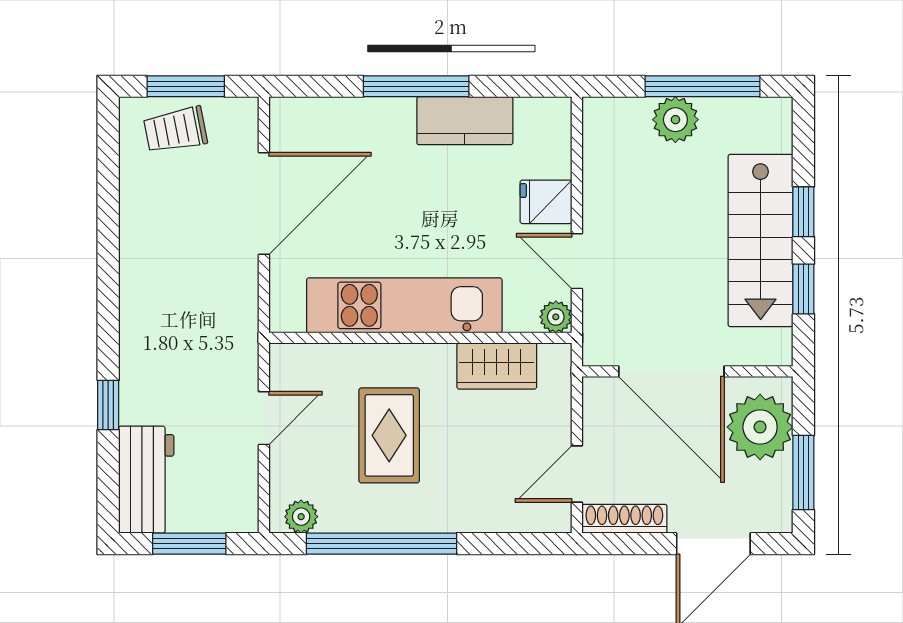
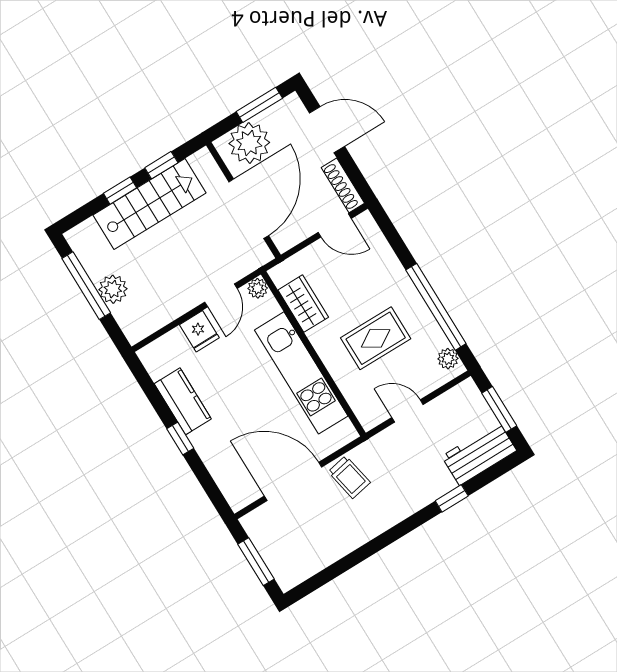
window: (416, 86) -> (180, 439), width x0.46
trolley: (175, 130) -> (349, 477), moved

